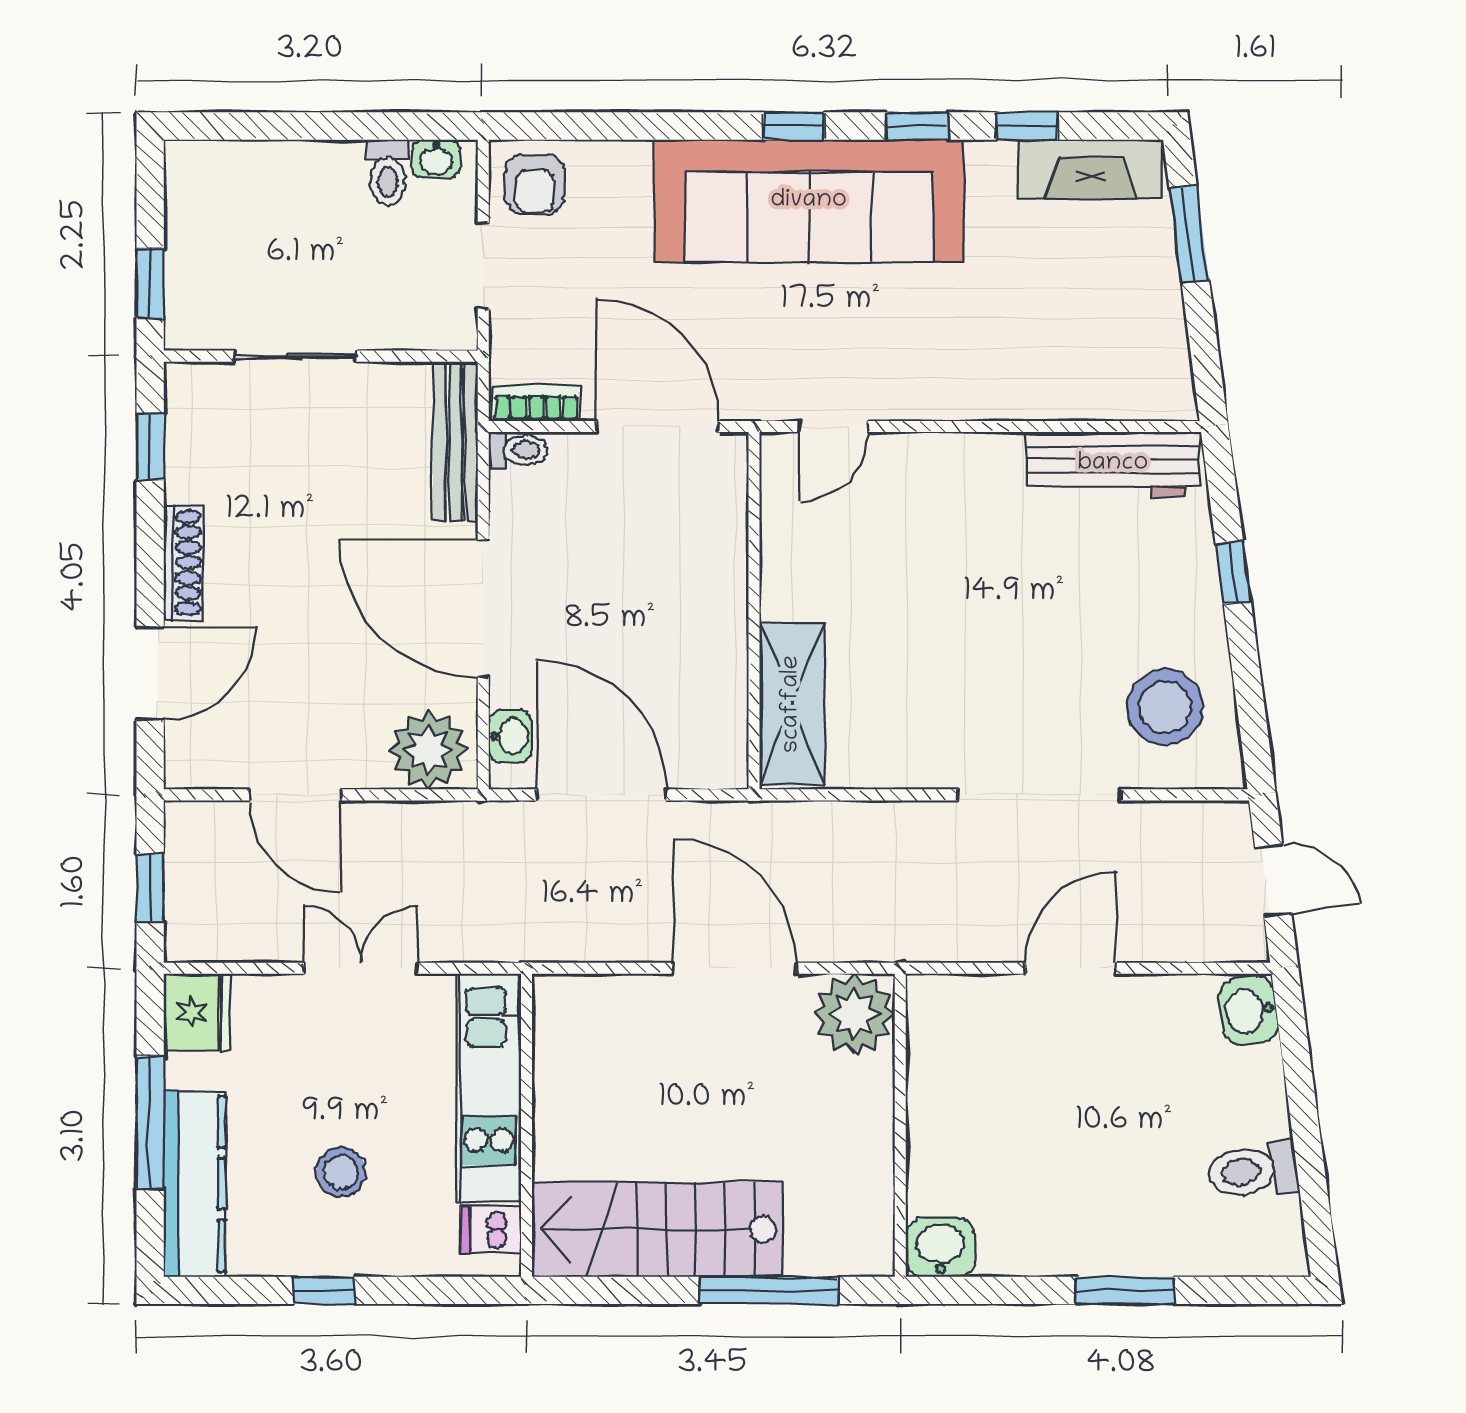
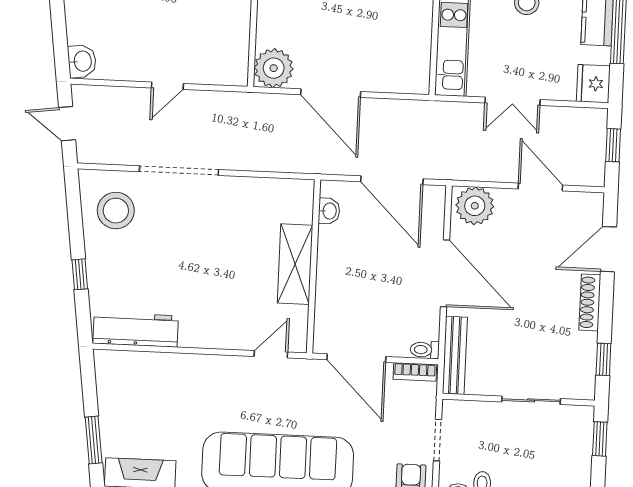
shelving: (792, 704) -> (295, 264), moved
washbasin: (510, 737) -> (329, 211), moved, turned 180
door: (1071, 968) -> (167, 86), width x0.73

